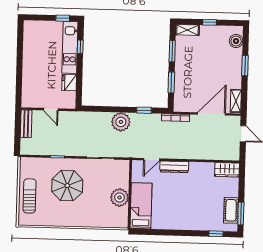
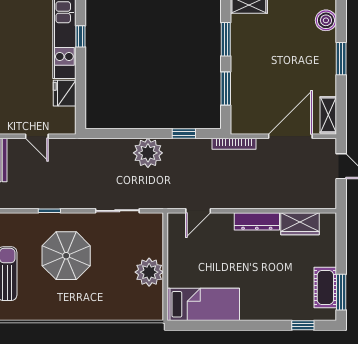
dresser: (174, 167) -> (257, 221), moved
wardrobe: (227, 170) -> (300, 224), moved
bed: (141, 206) -> (203, 304), moved, turned 90

